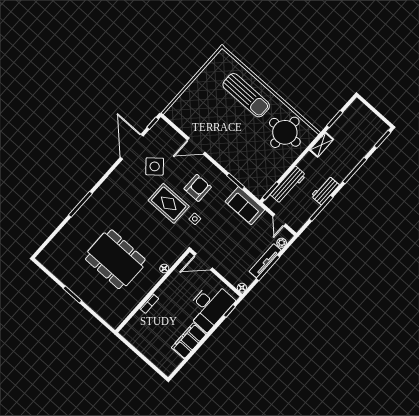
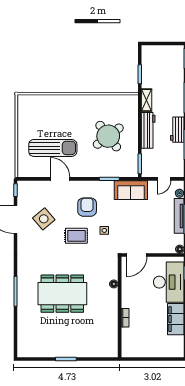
sun lounger: (246, 95) -> (53, 148), moved
round table: (285, 132) -> (108, 136), moved, turned -37
door: (196, 146) -> (60, 179), swing flipped
workbench: (288, 185) -> (148, 130), moved
rug: (169, 203) -> (76, 236), width x0.73, depth x0.70
door: (279, 220) -> (164, 179), hinge flipped
dining table: (115, 259) -> (62, 294), moved

